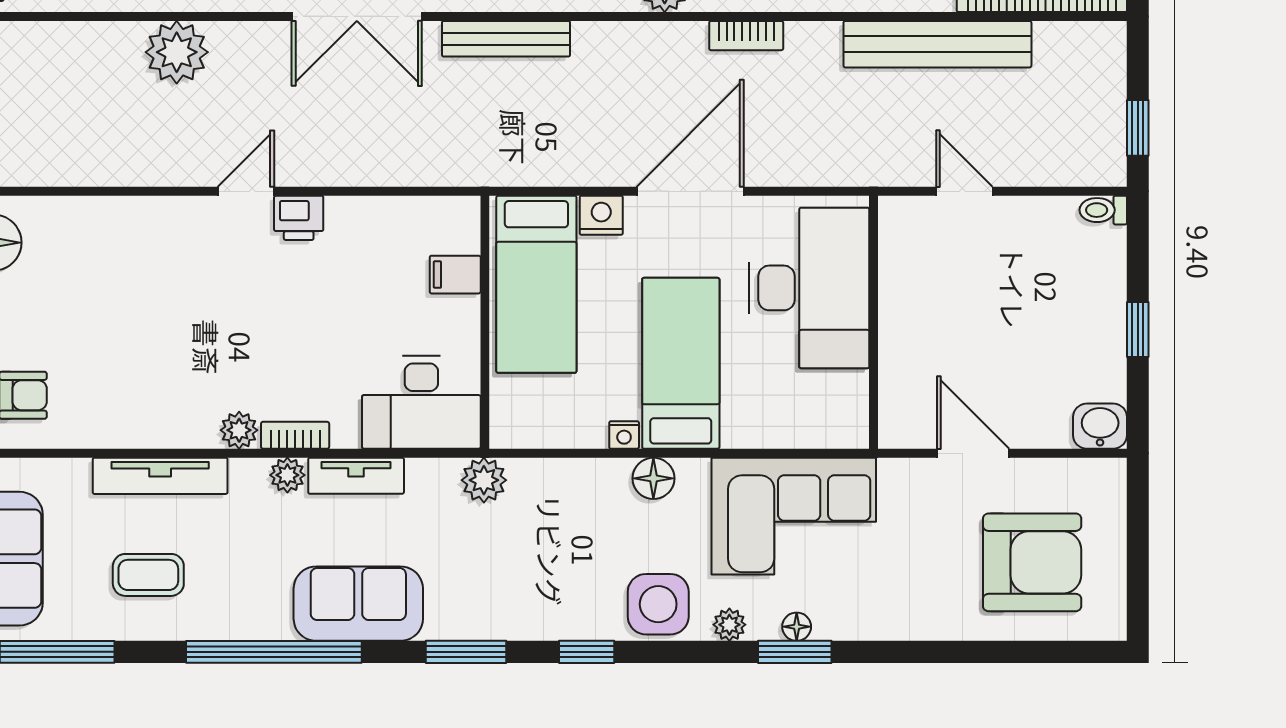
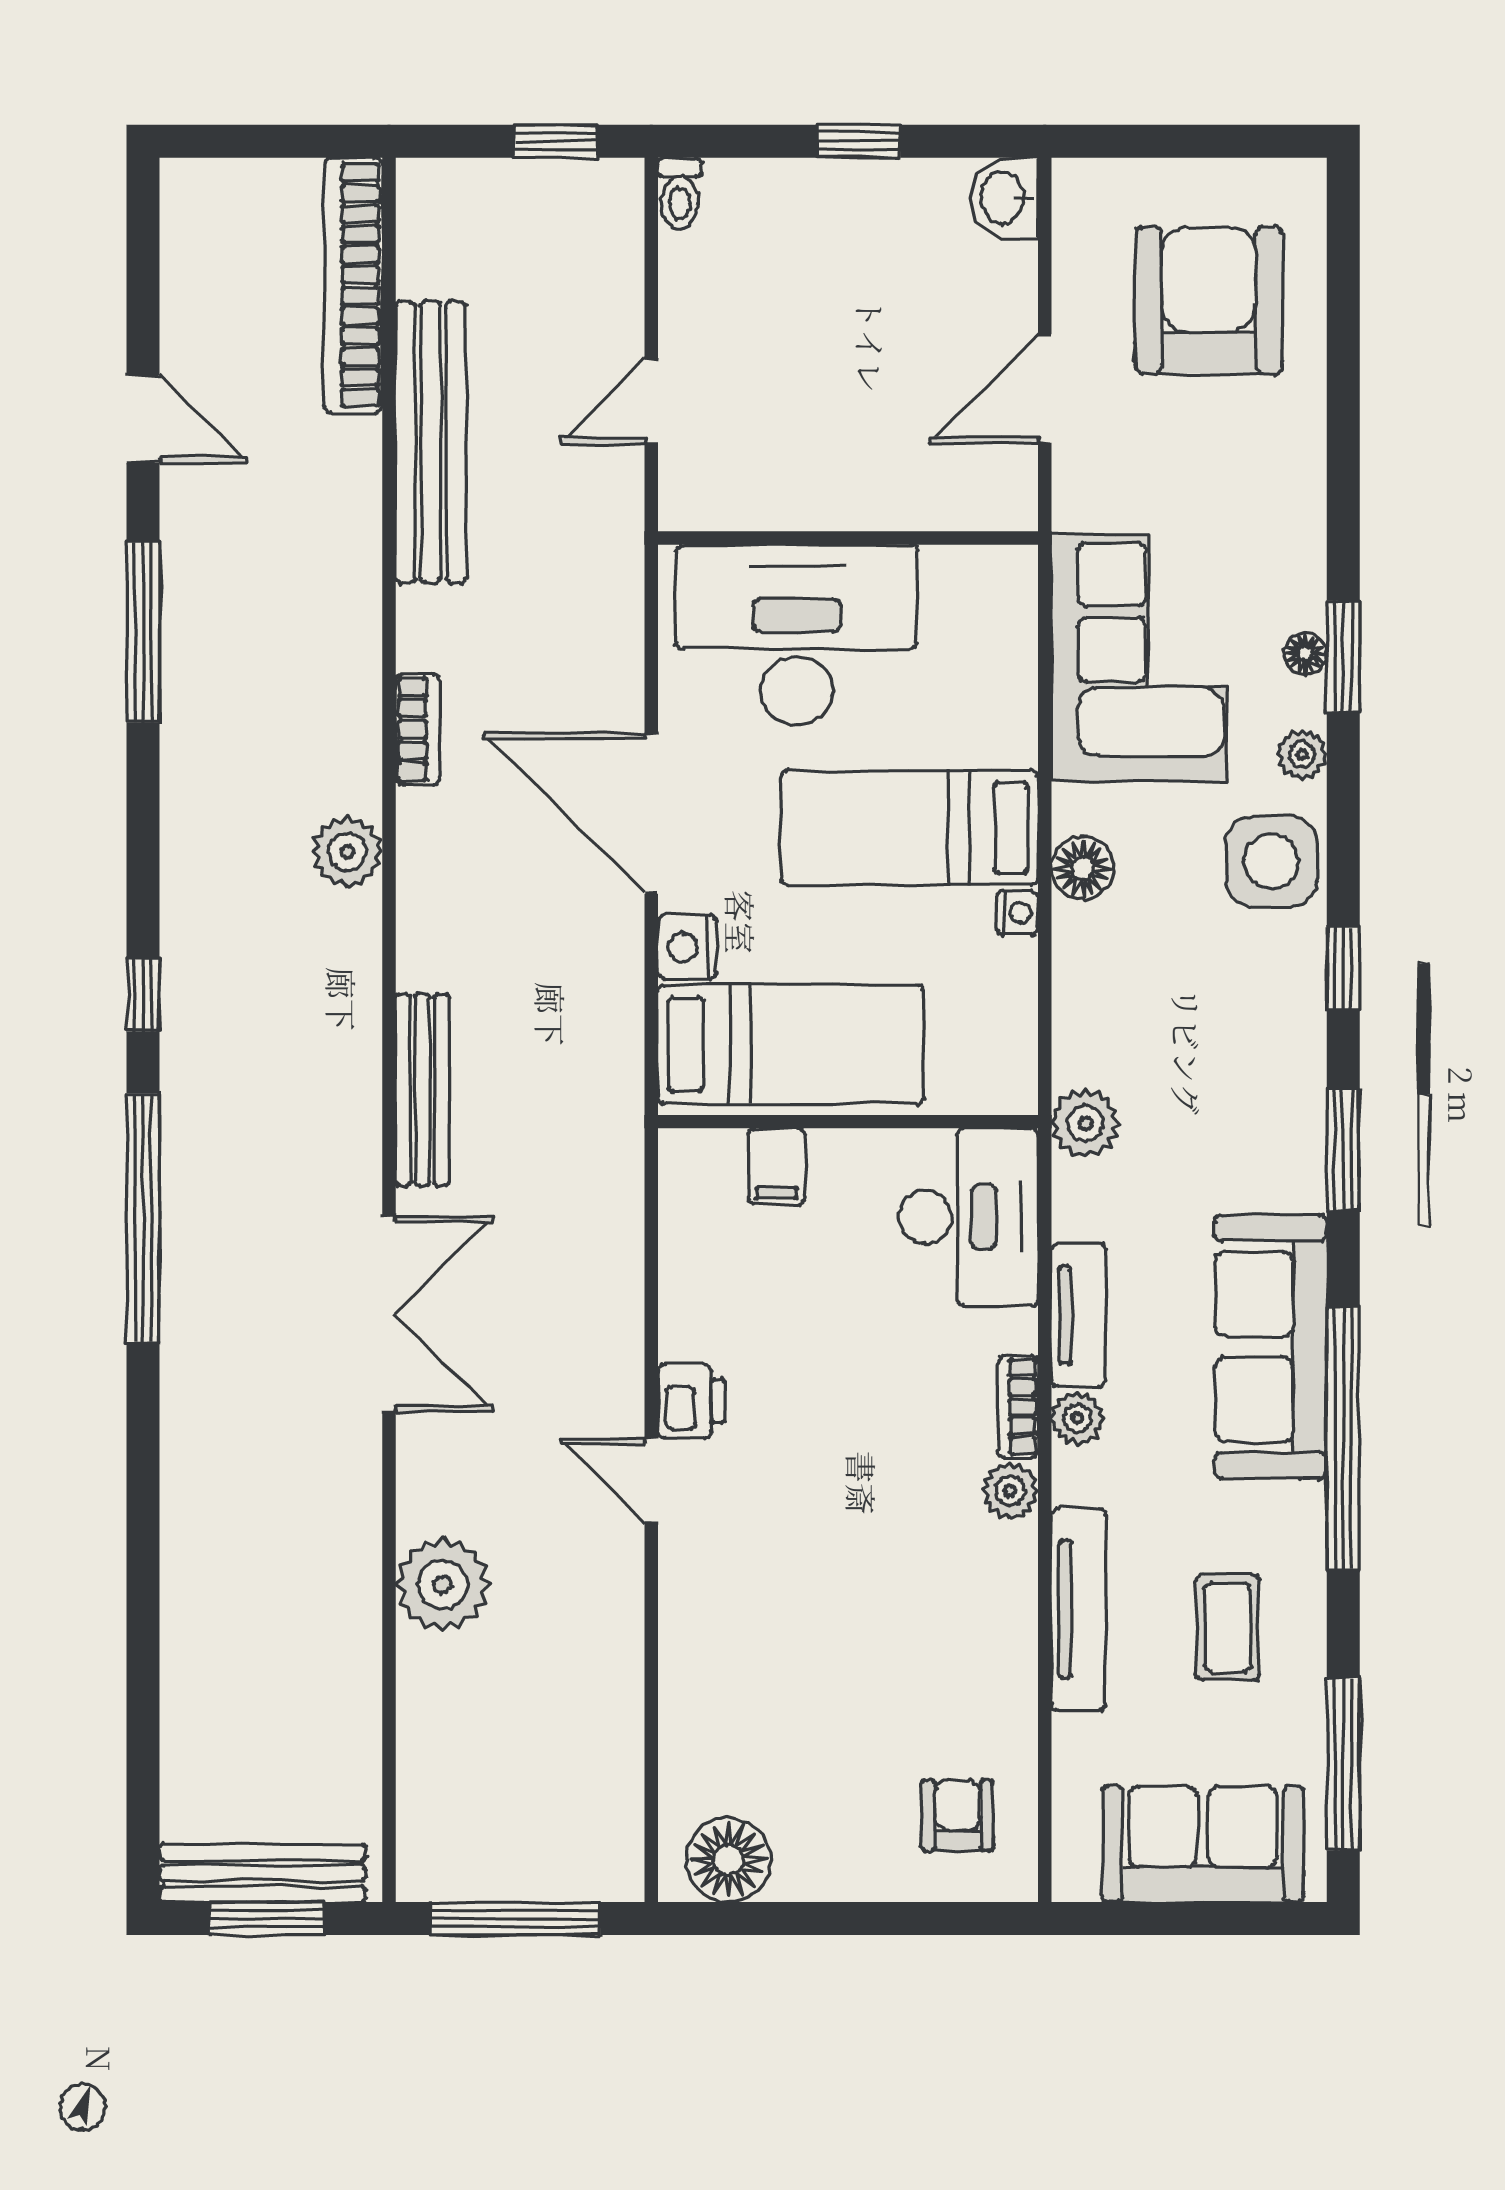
sofa: (358, 604) -> (1271, 1347), width x1.36

